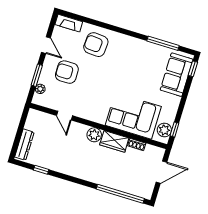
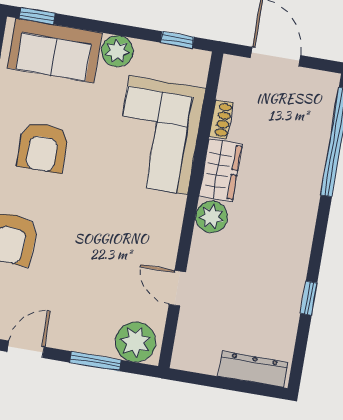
armchair: (67, 72) -> (43, 147), moved
plant: (40, 89) -> (136, 342), width x1.88, depth x1.88
door: (64, 116) -> (177, 288), swing flipped
plant: (164, 130) -> (117, 51), moved
window: (41, 170) -> (309, 298), moved

